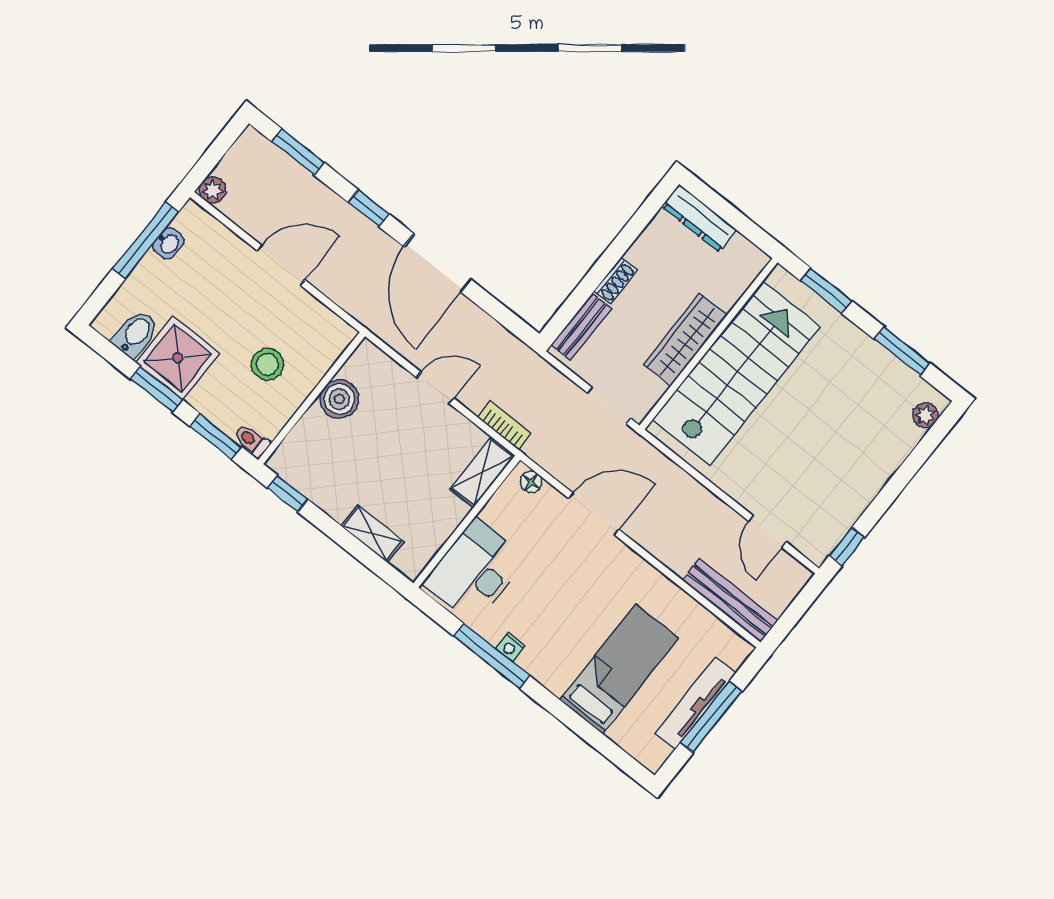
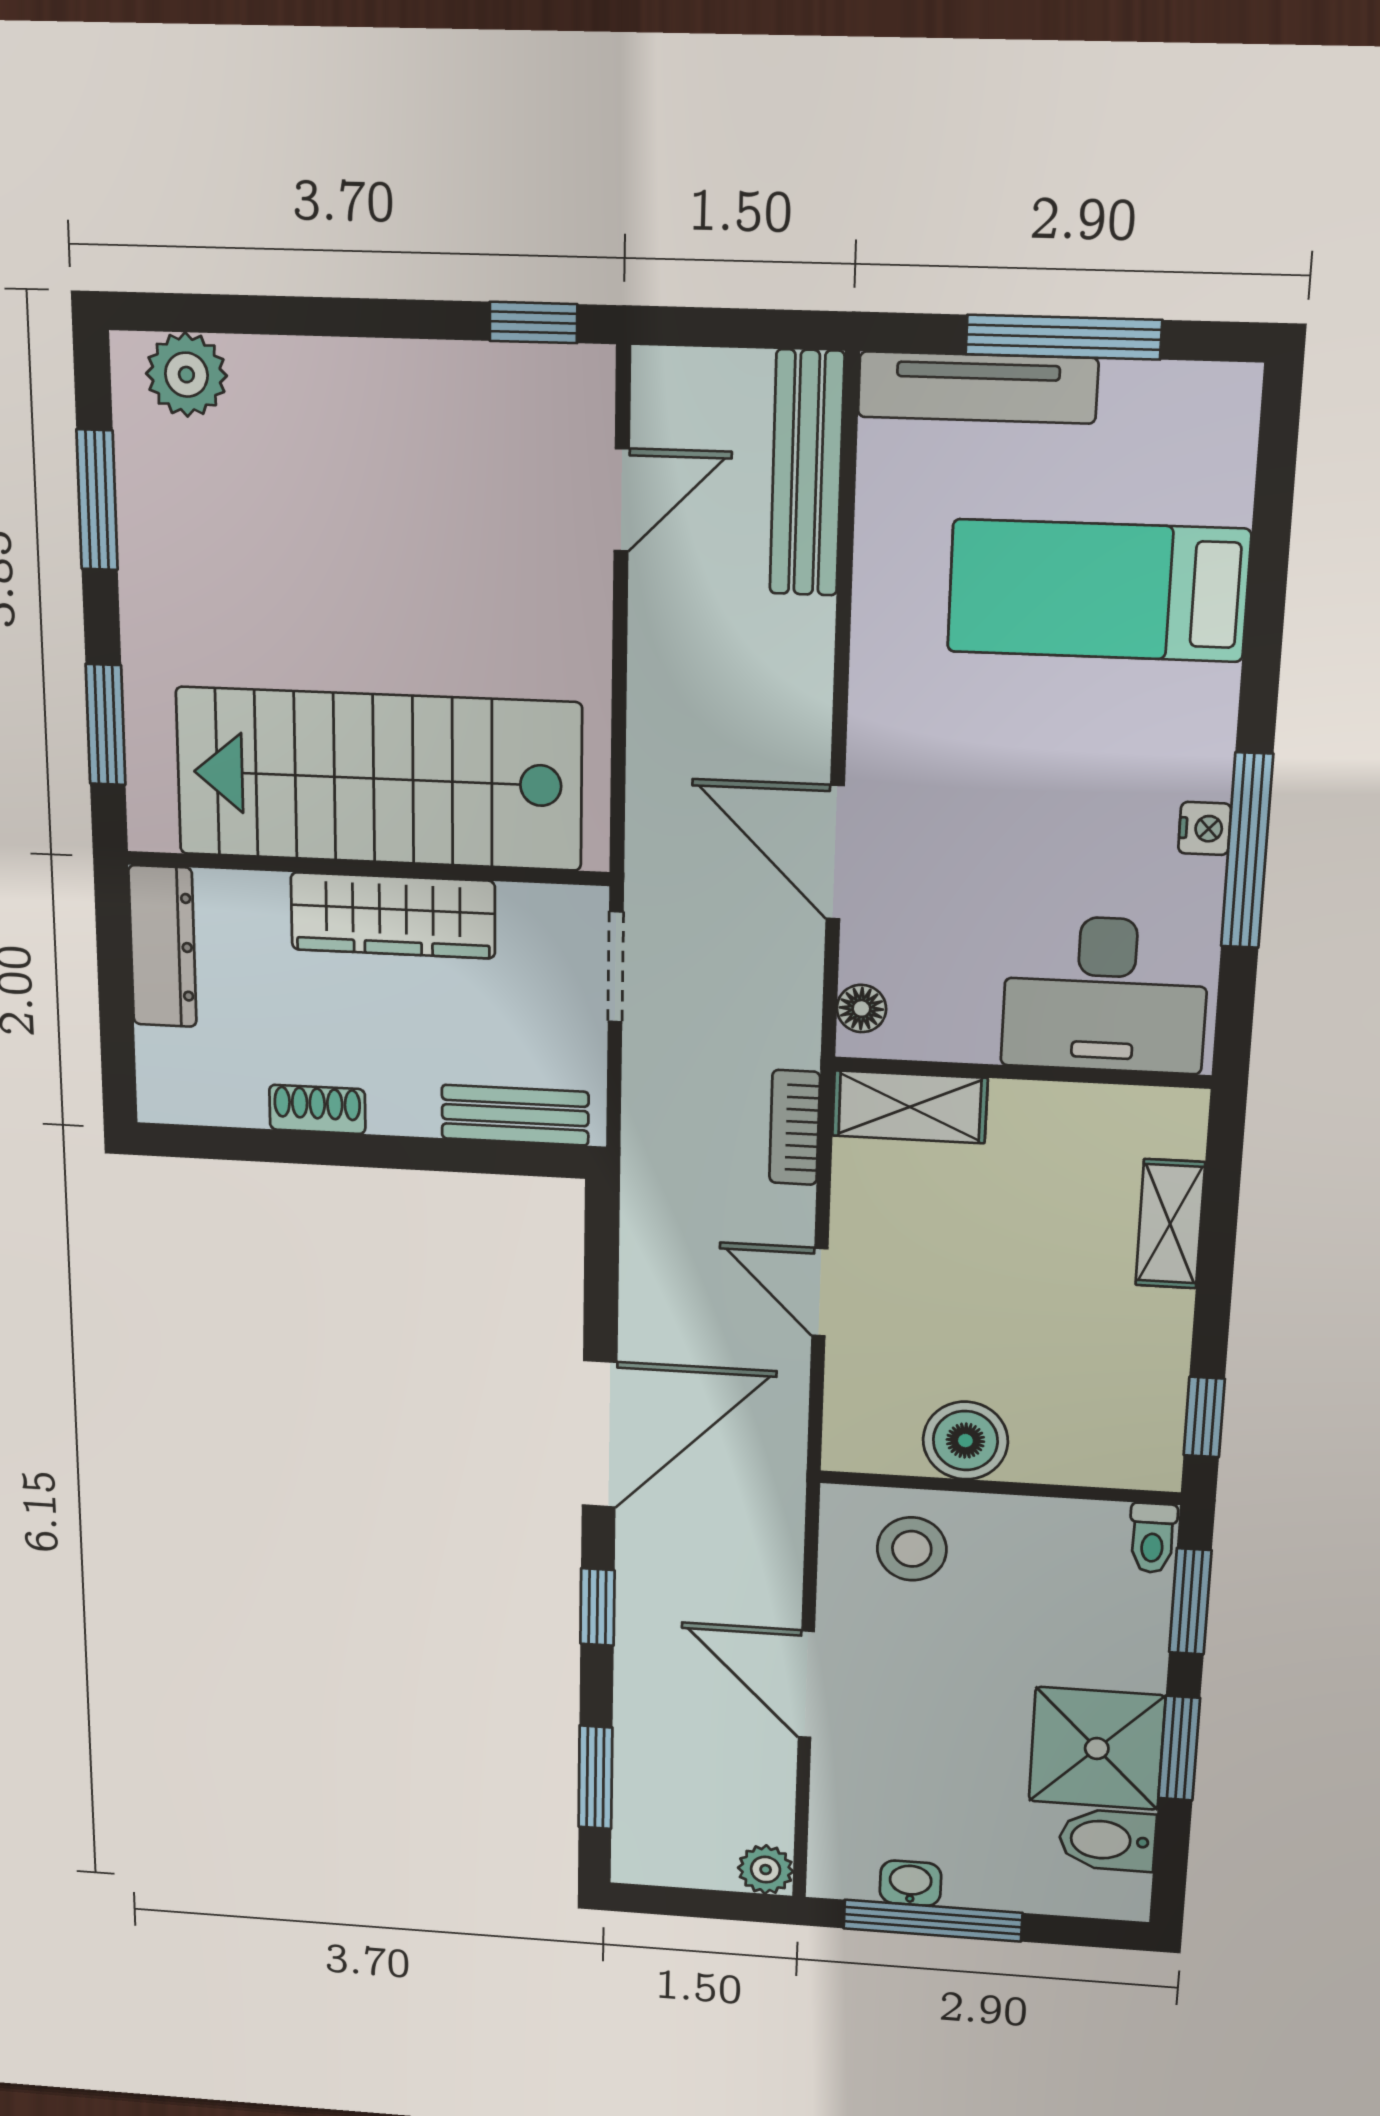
dresser: (700, 218) -> (163, 946), moved
shoe rack: (615, 281) -> (317, 1109), moved
stool: (267, 364) -> (912, 1549), moved
plant: (925, 415) -> (186, 375), width x1.38, depth x1.38
tv unit: (695, 703) -> (978, 388), moved

